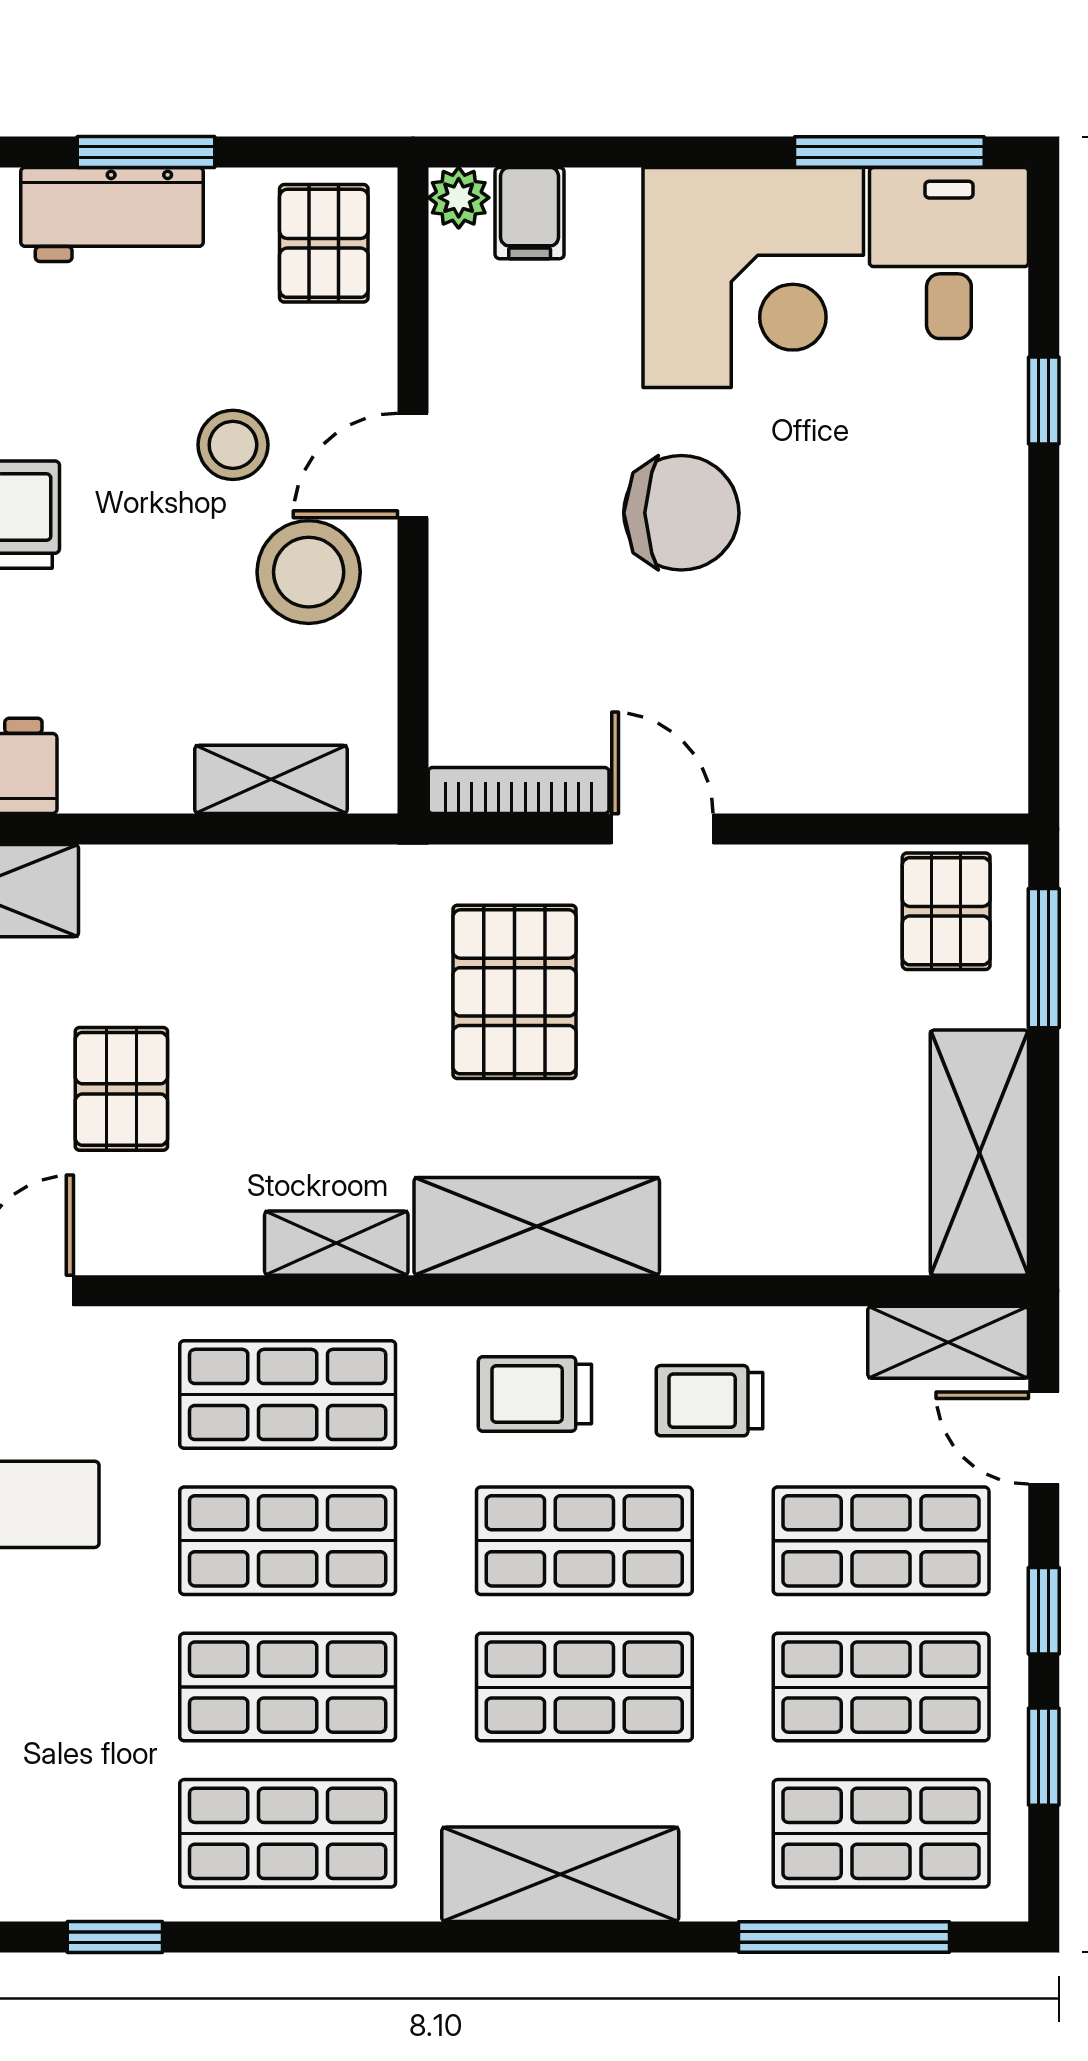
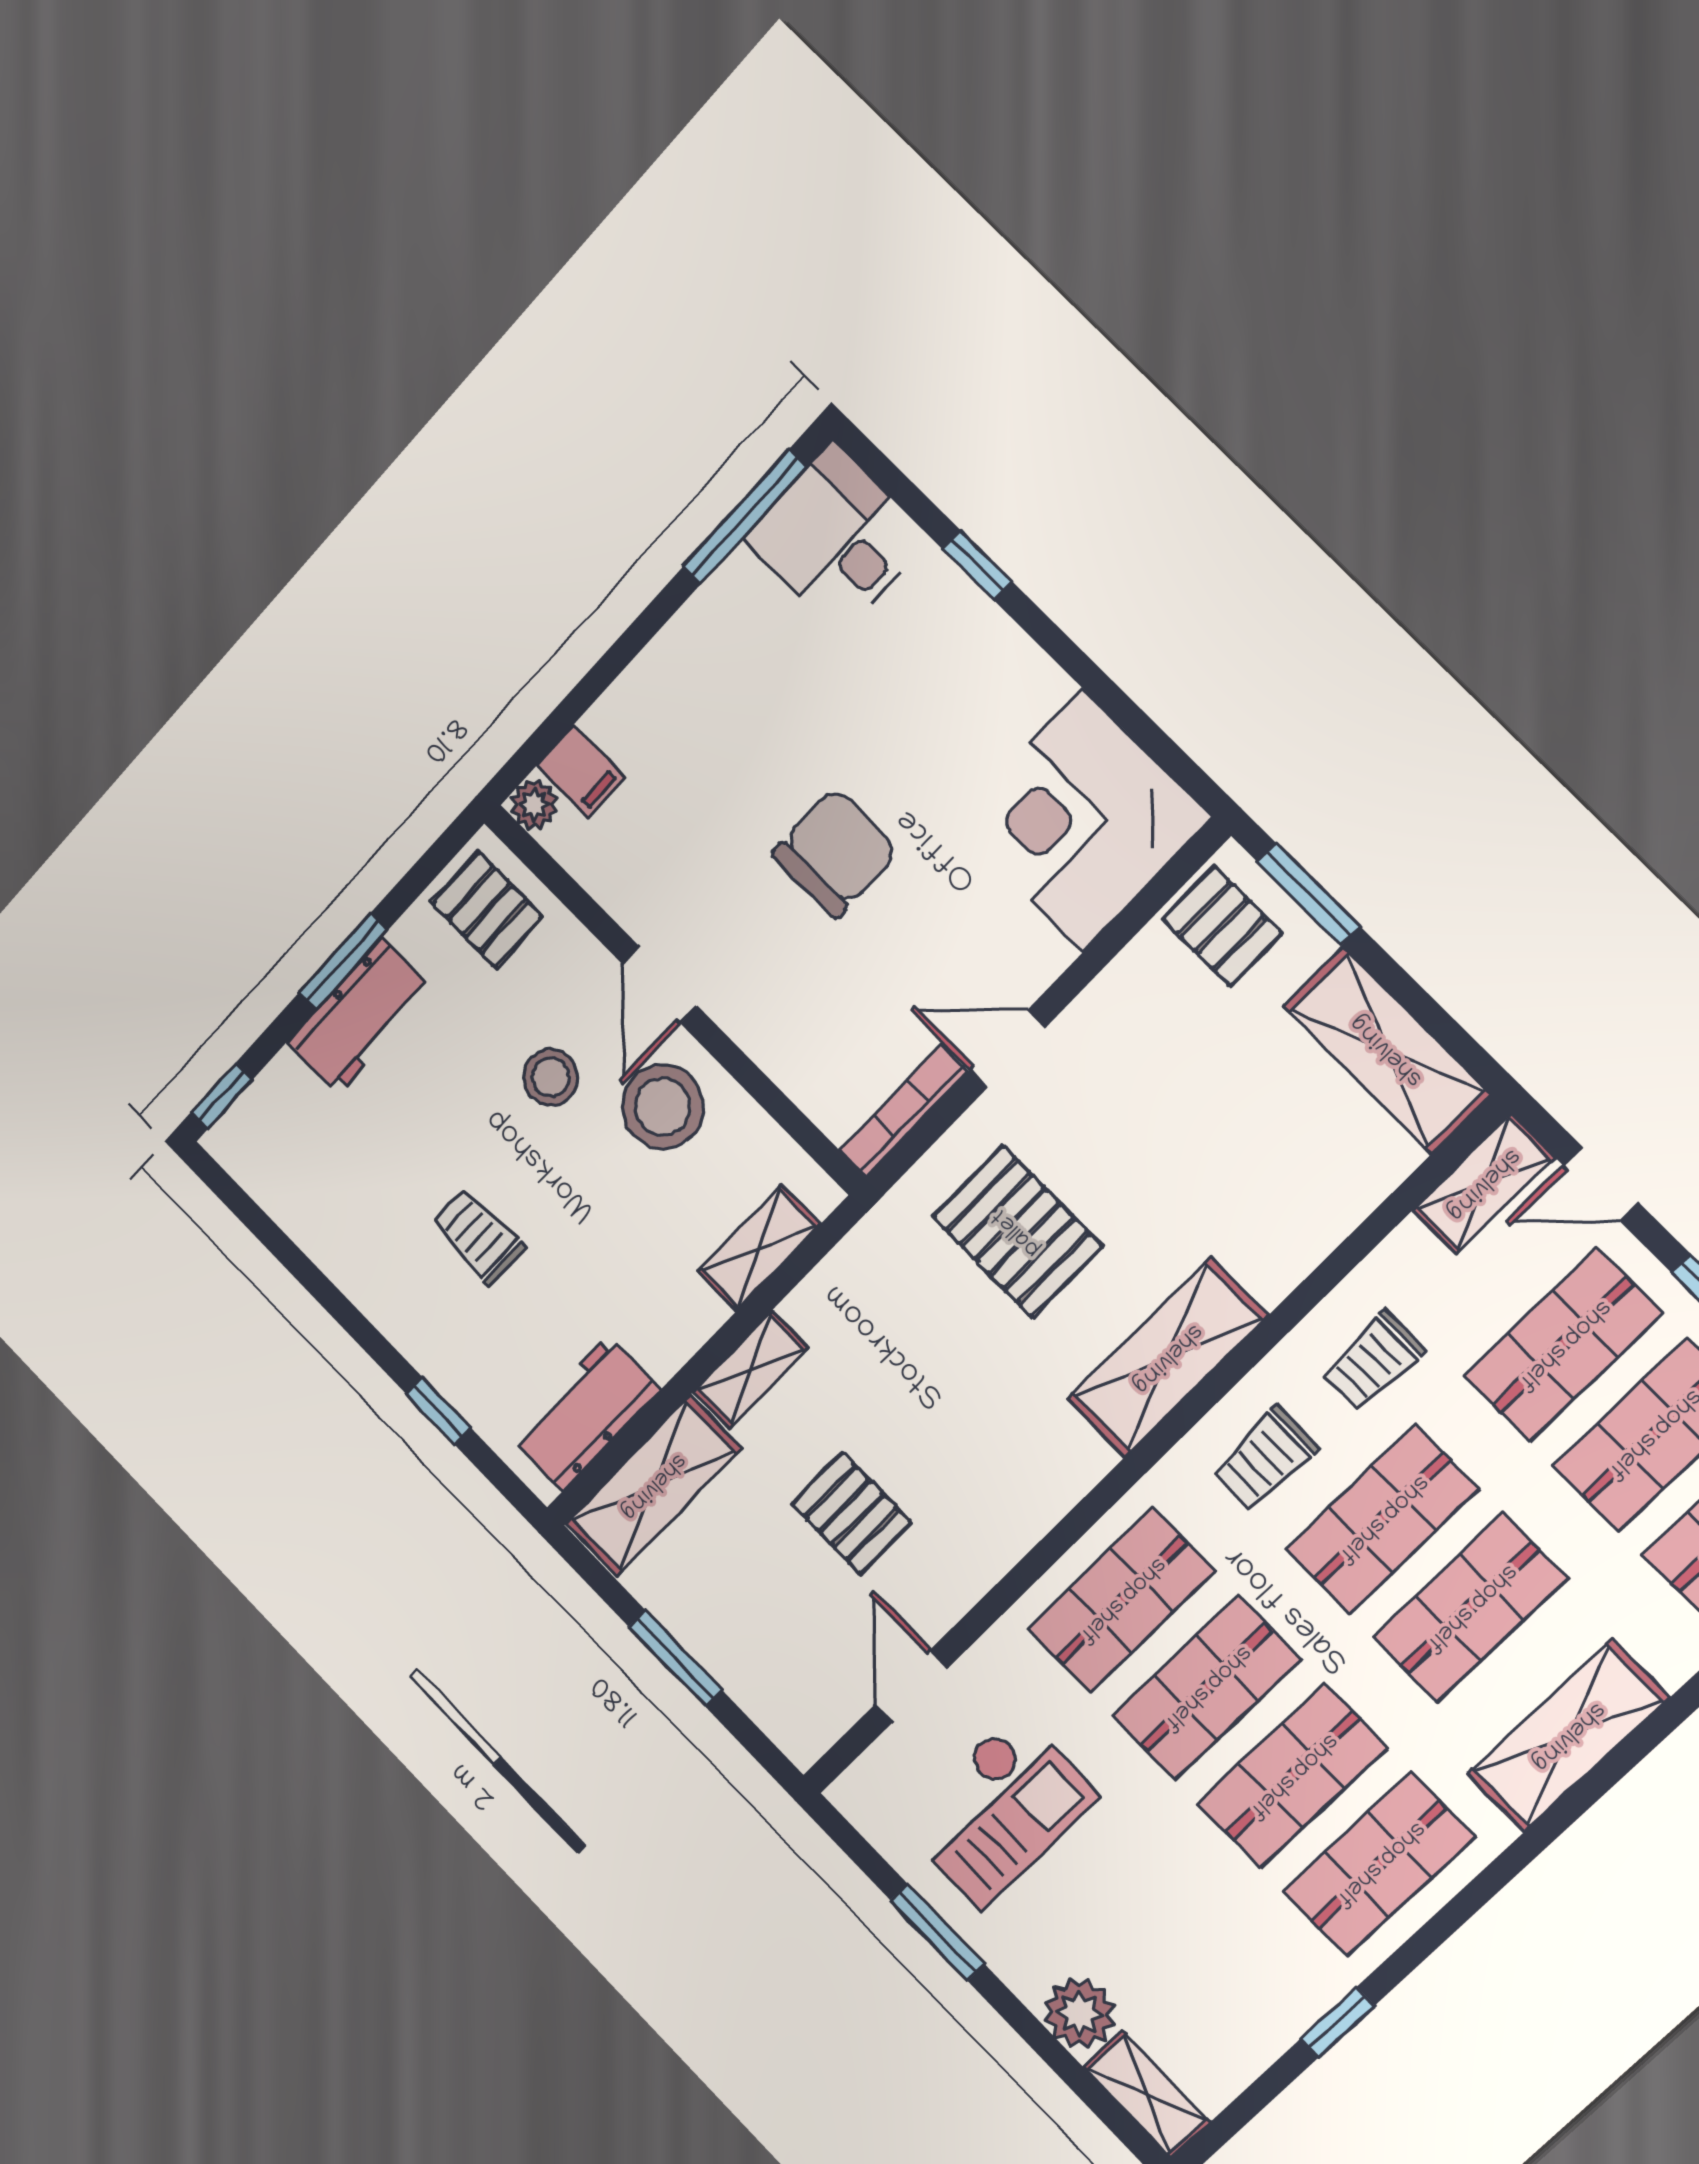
corner desk: (753, 278) -> (1082, 820), moved, turned 180
shelving: (336, 1243) -> (751, 1370), moved

